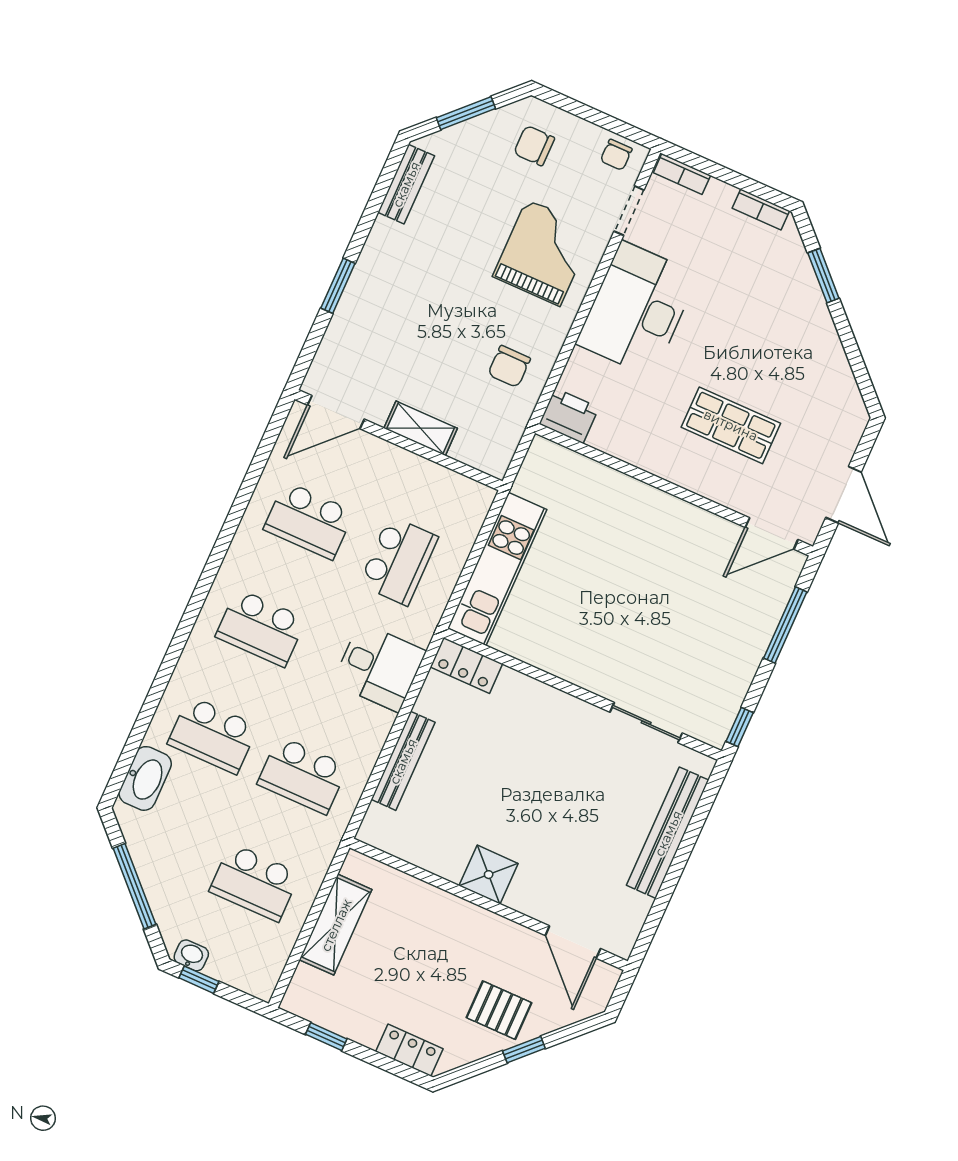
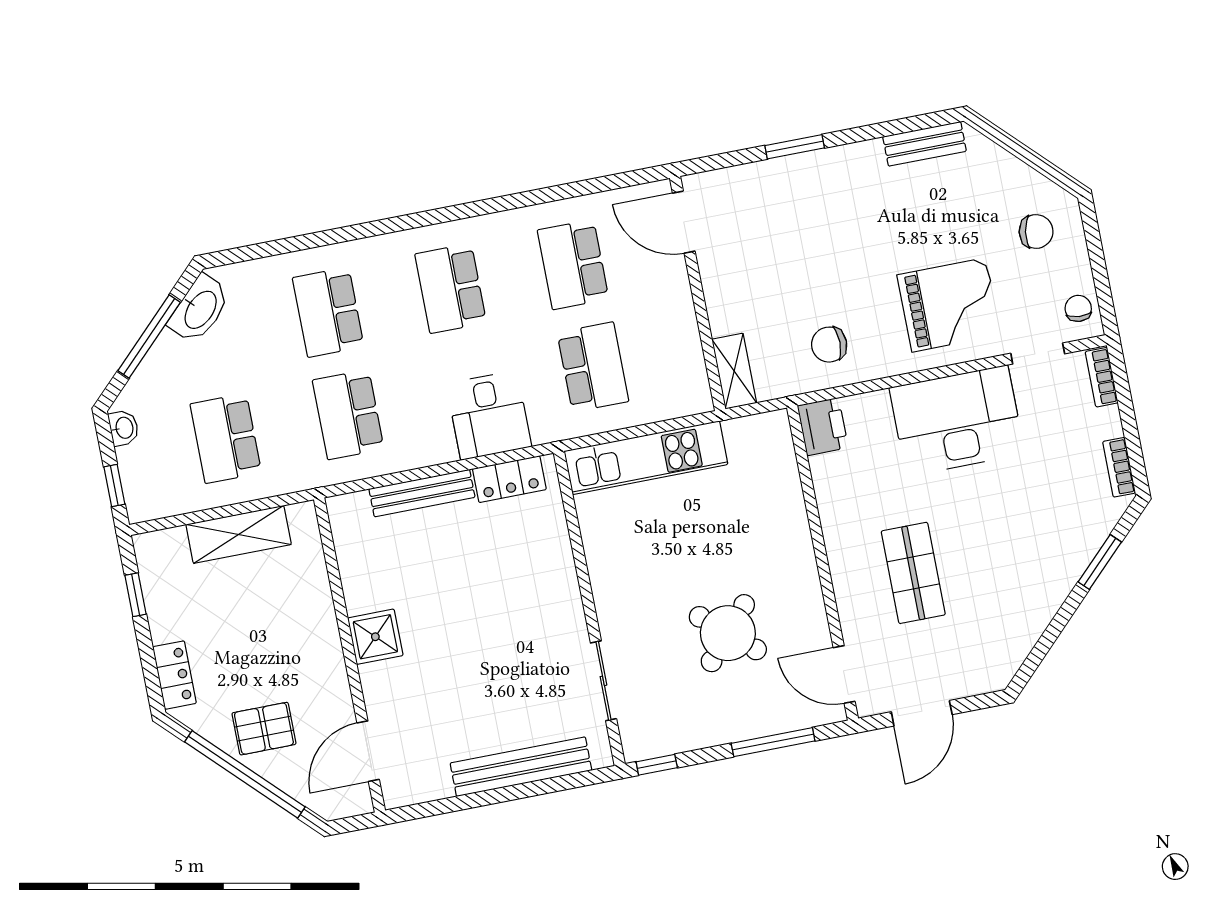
window: (466, 113) -> (1023, 152), removed
chair: (534, 146) -> (1036, 231), turned 99
chair: (616, 155) -> (1078, 308), turned 94
shelving: (421, 428) -> (734, 371), moved
school desk: (399, 561) -> (593, 367), turned -90
round table: (677, 601) -> (728, 633), added
locker: (466, 665) -> (509, 479), moved, turned -90
washbasin: (145, 778) -> (200, 309), moved, turned -45
window: (199, 980) -> (114, 486), moved
pallet: (499, 1010) -> (264, 729), turned 90
window: (524, 1050) -> (245, 774), width x3.17

